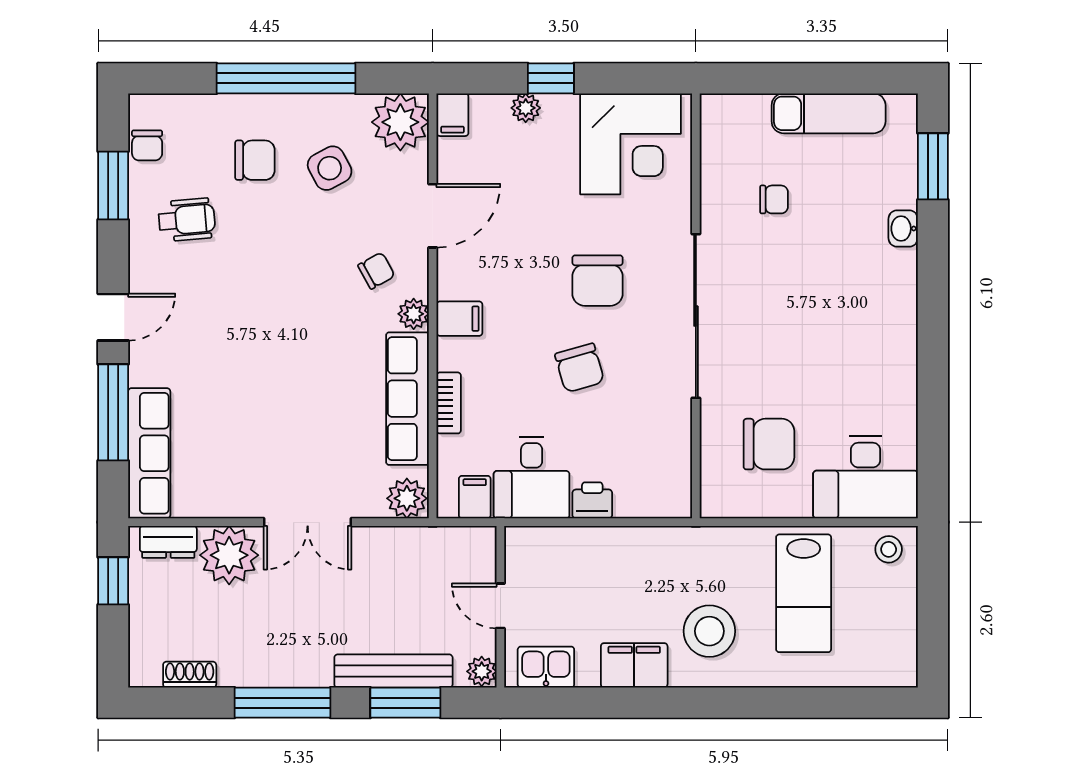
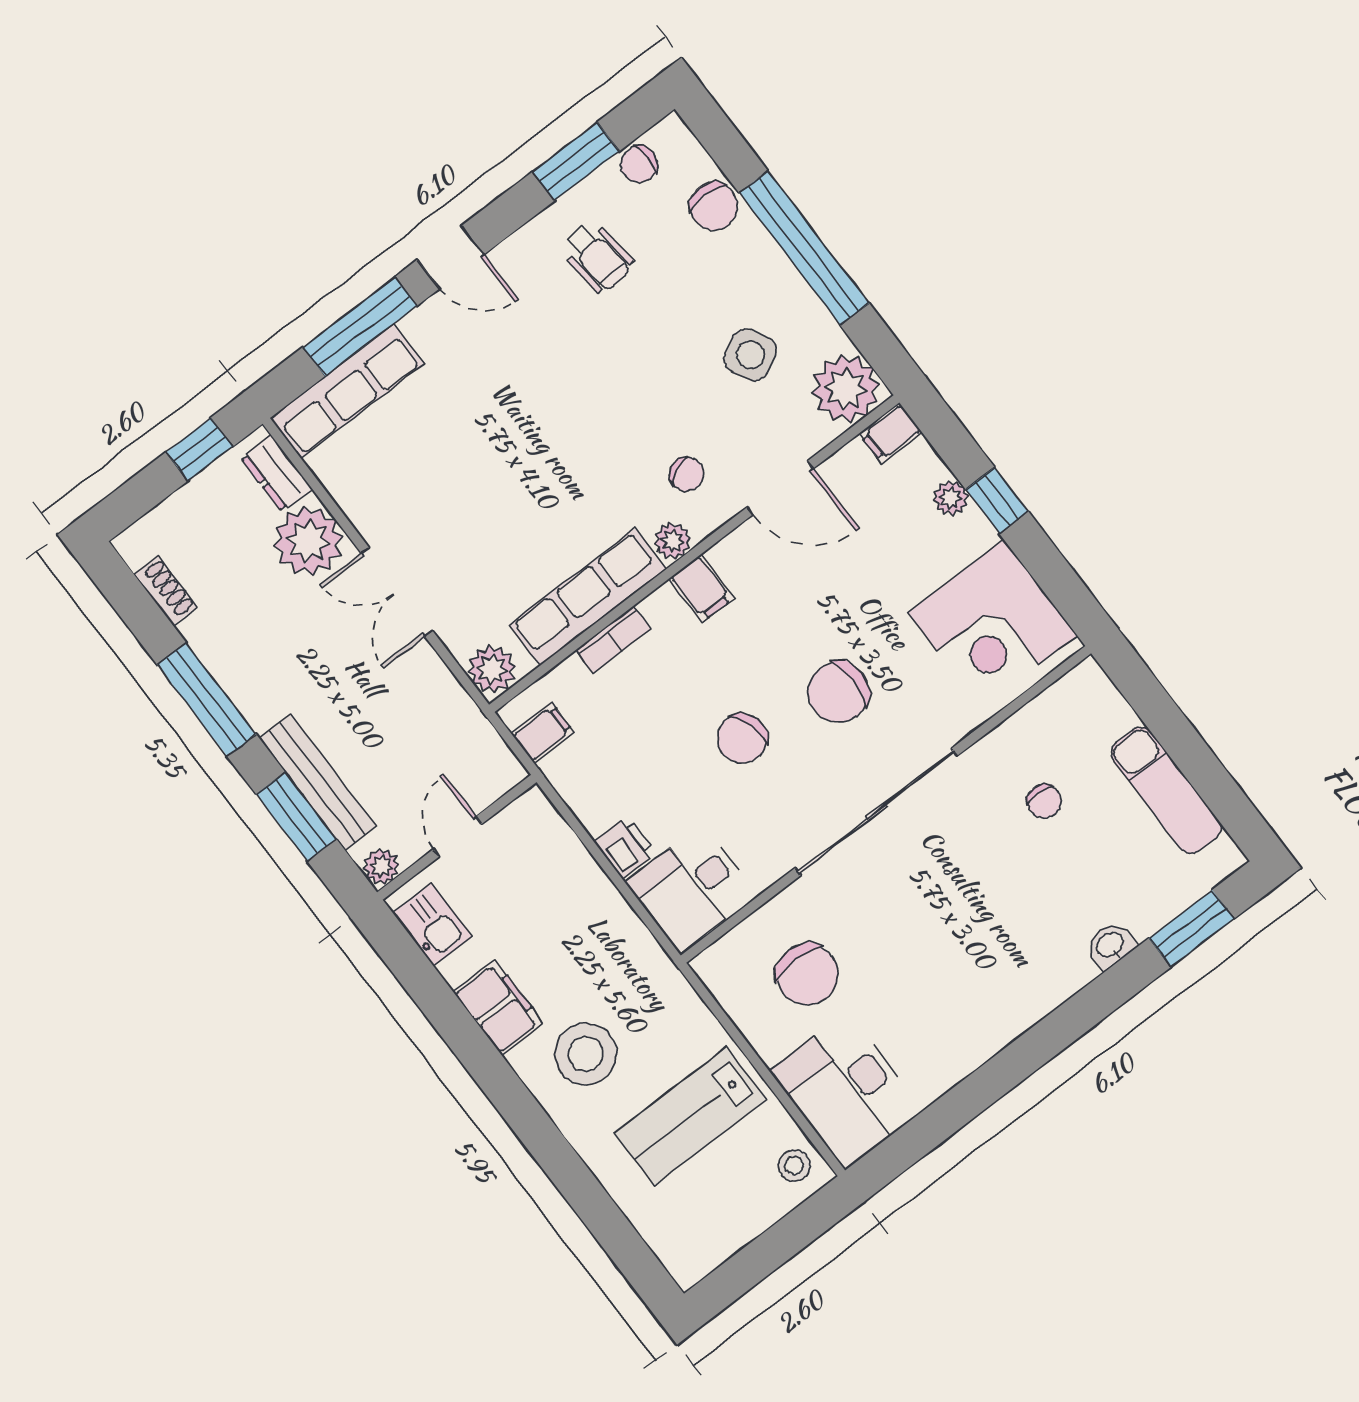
chair: (255, 160) -> (714, 206), moved
desk: (532, 477) -> (691, 888), moved

